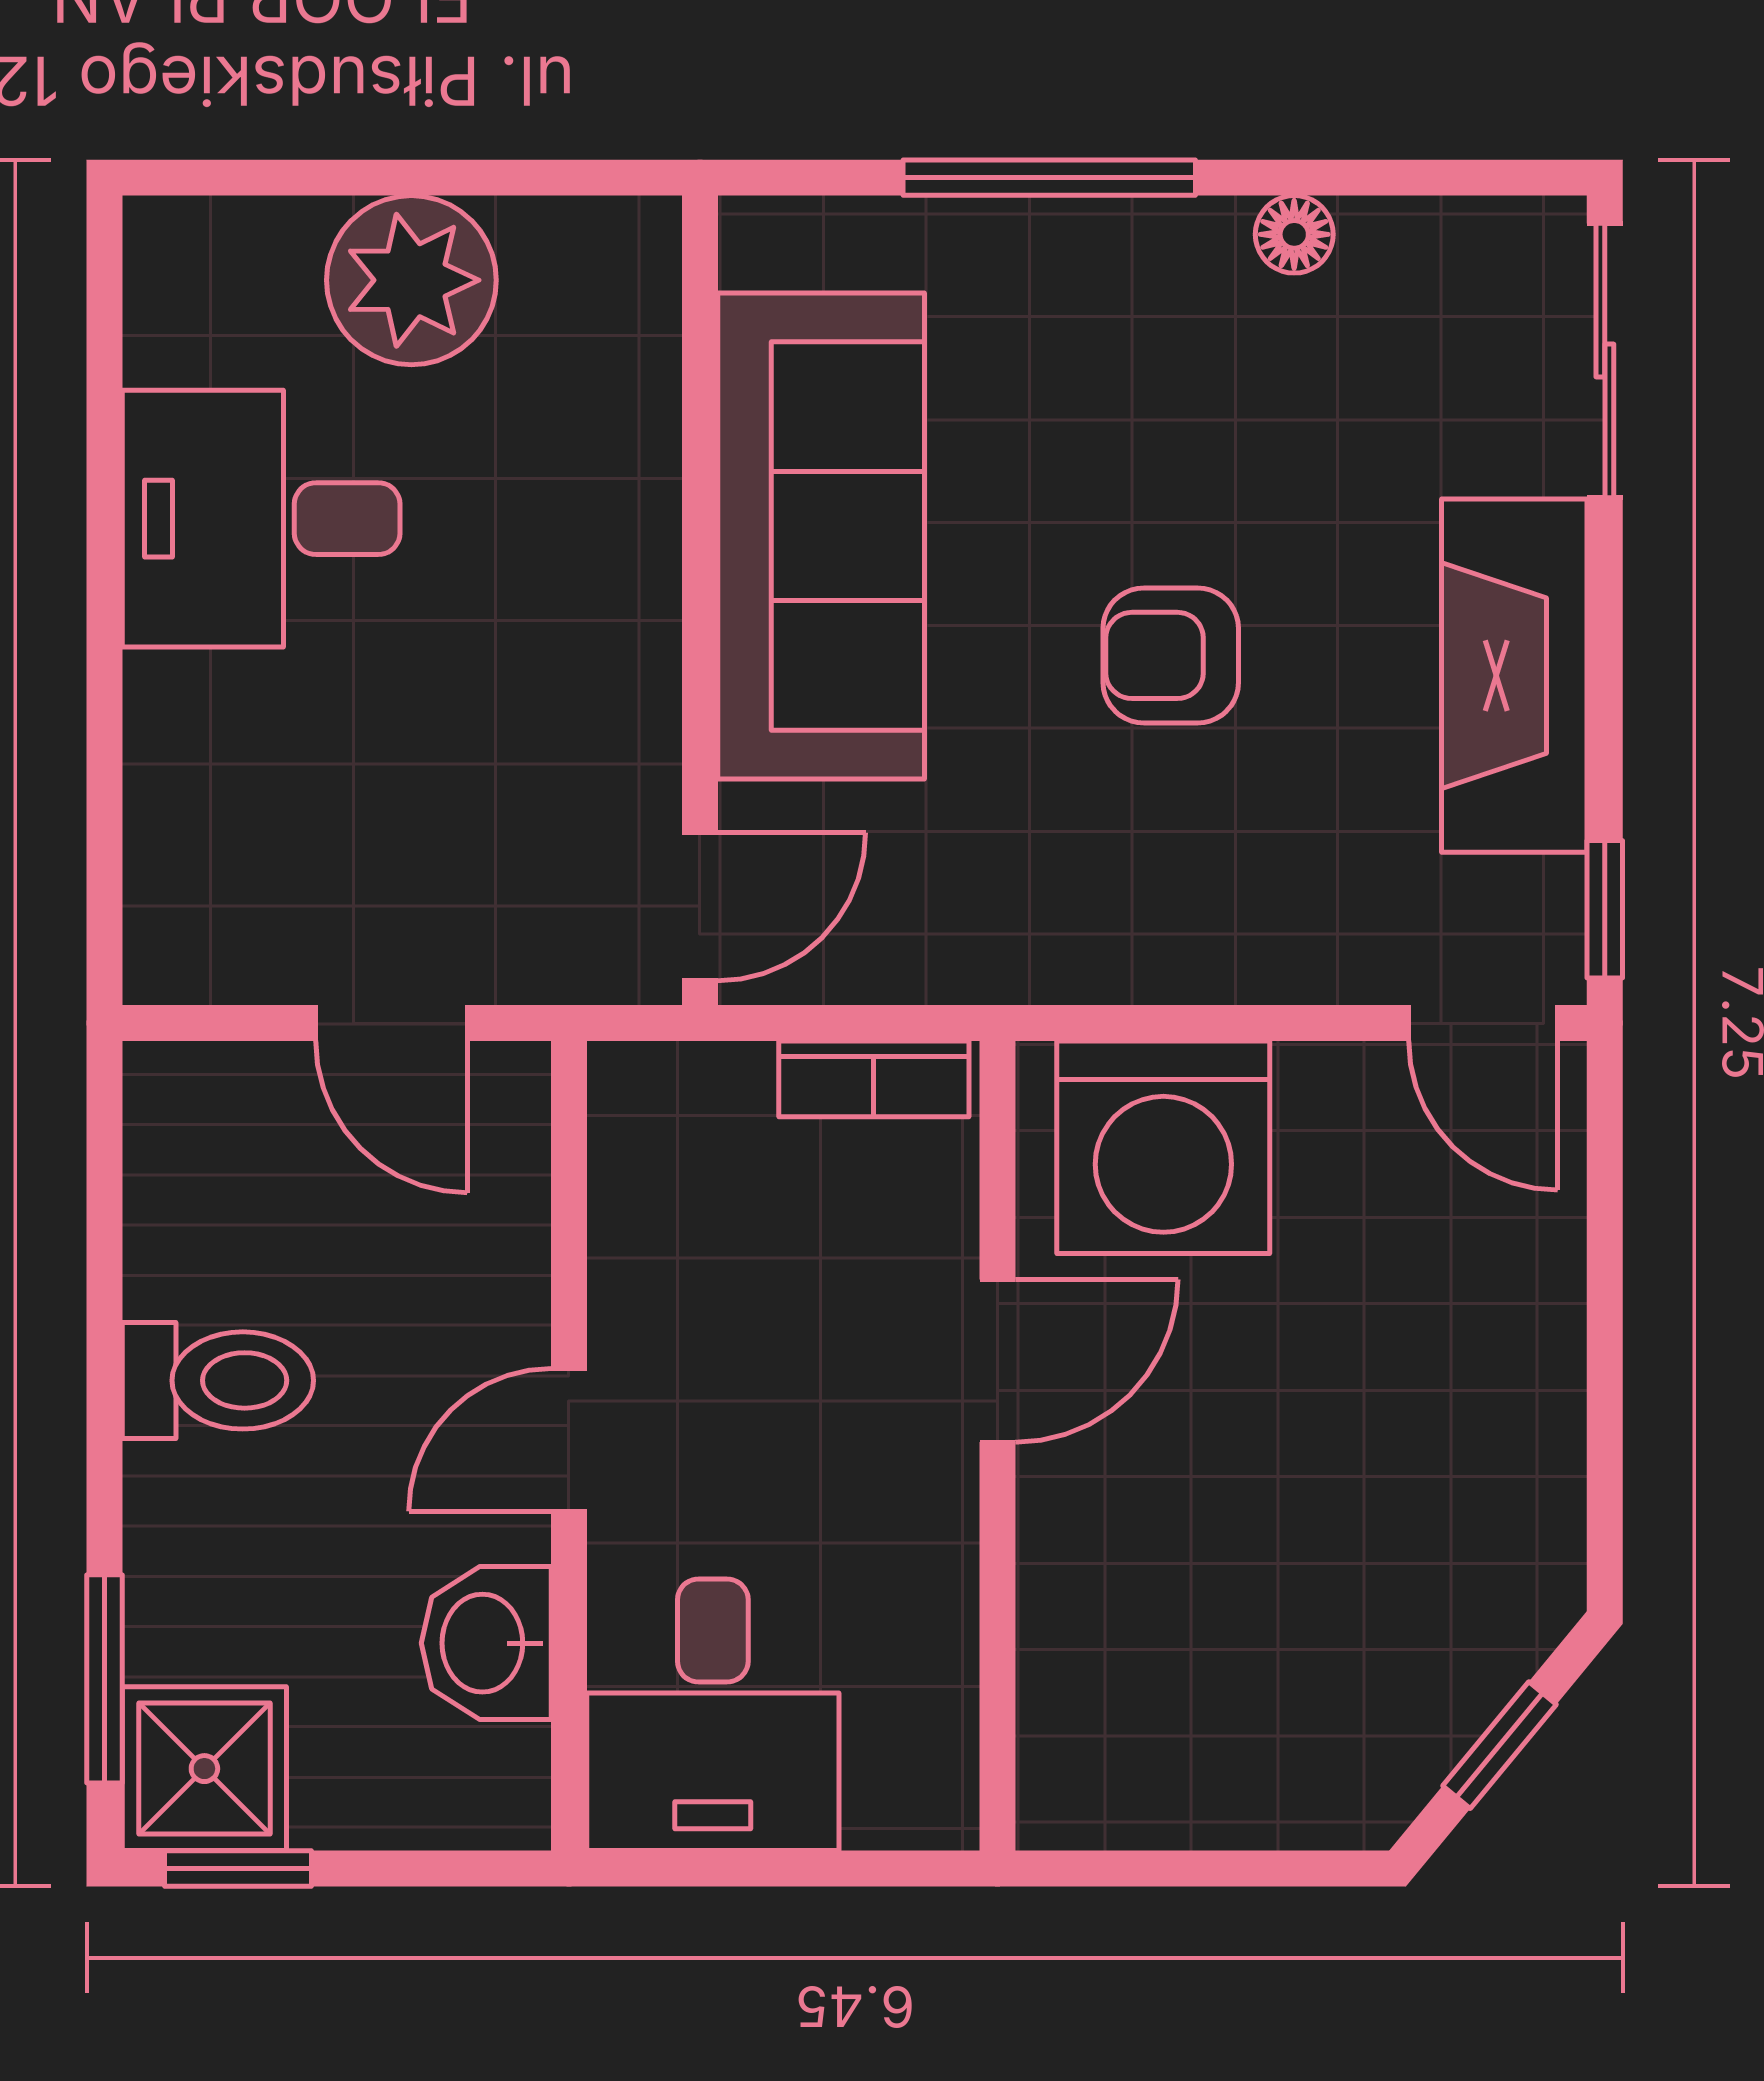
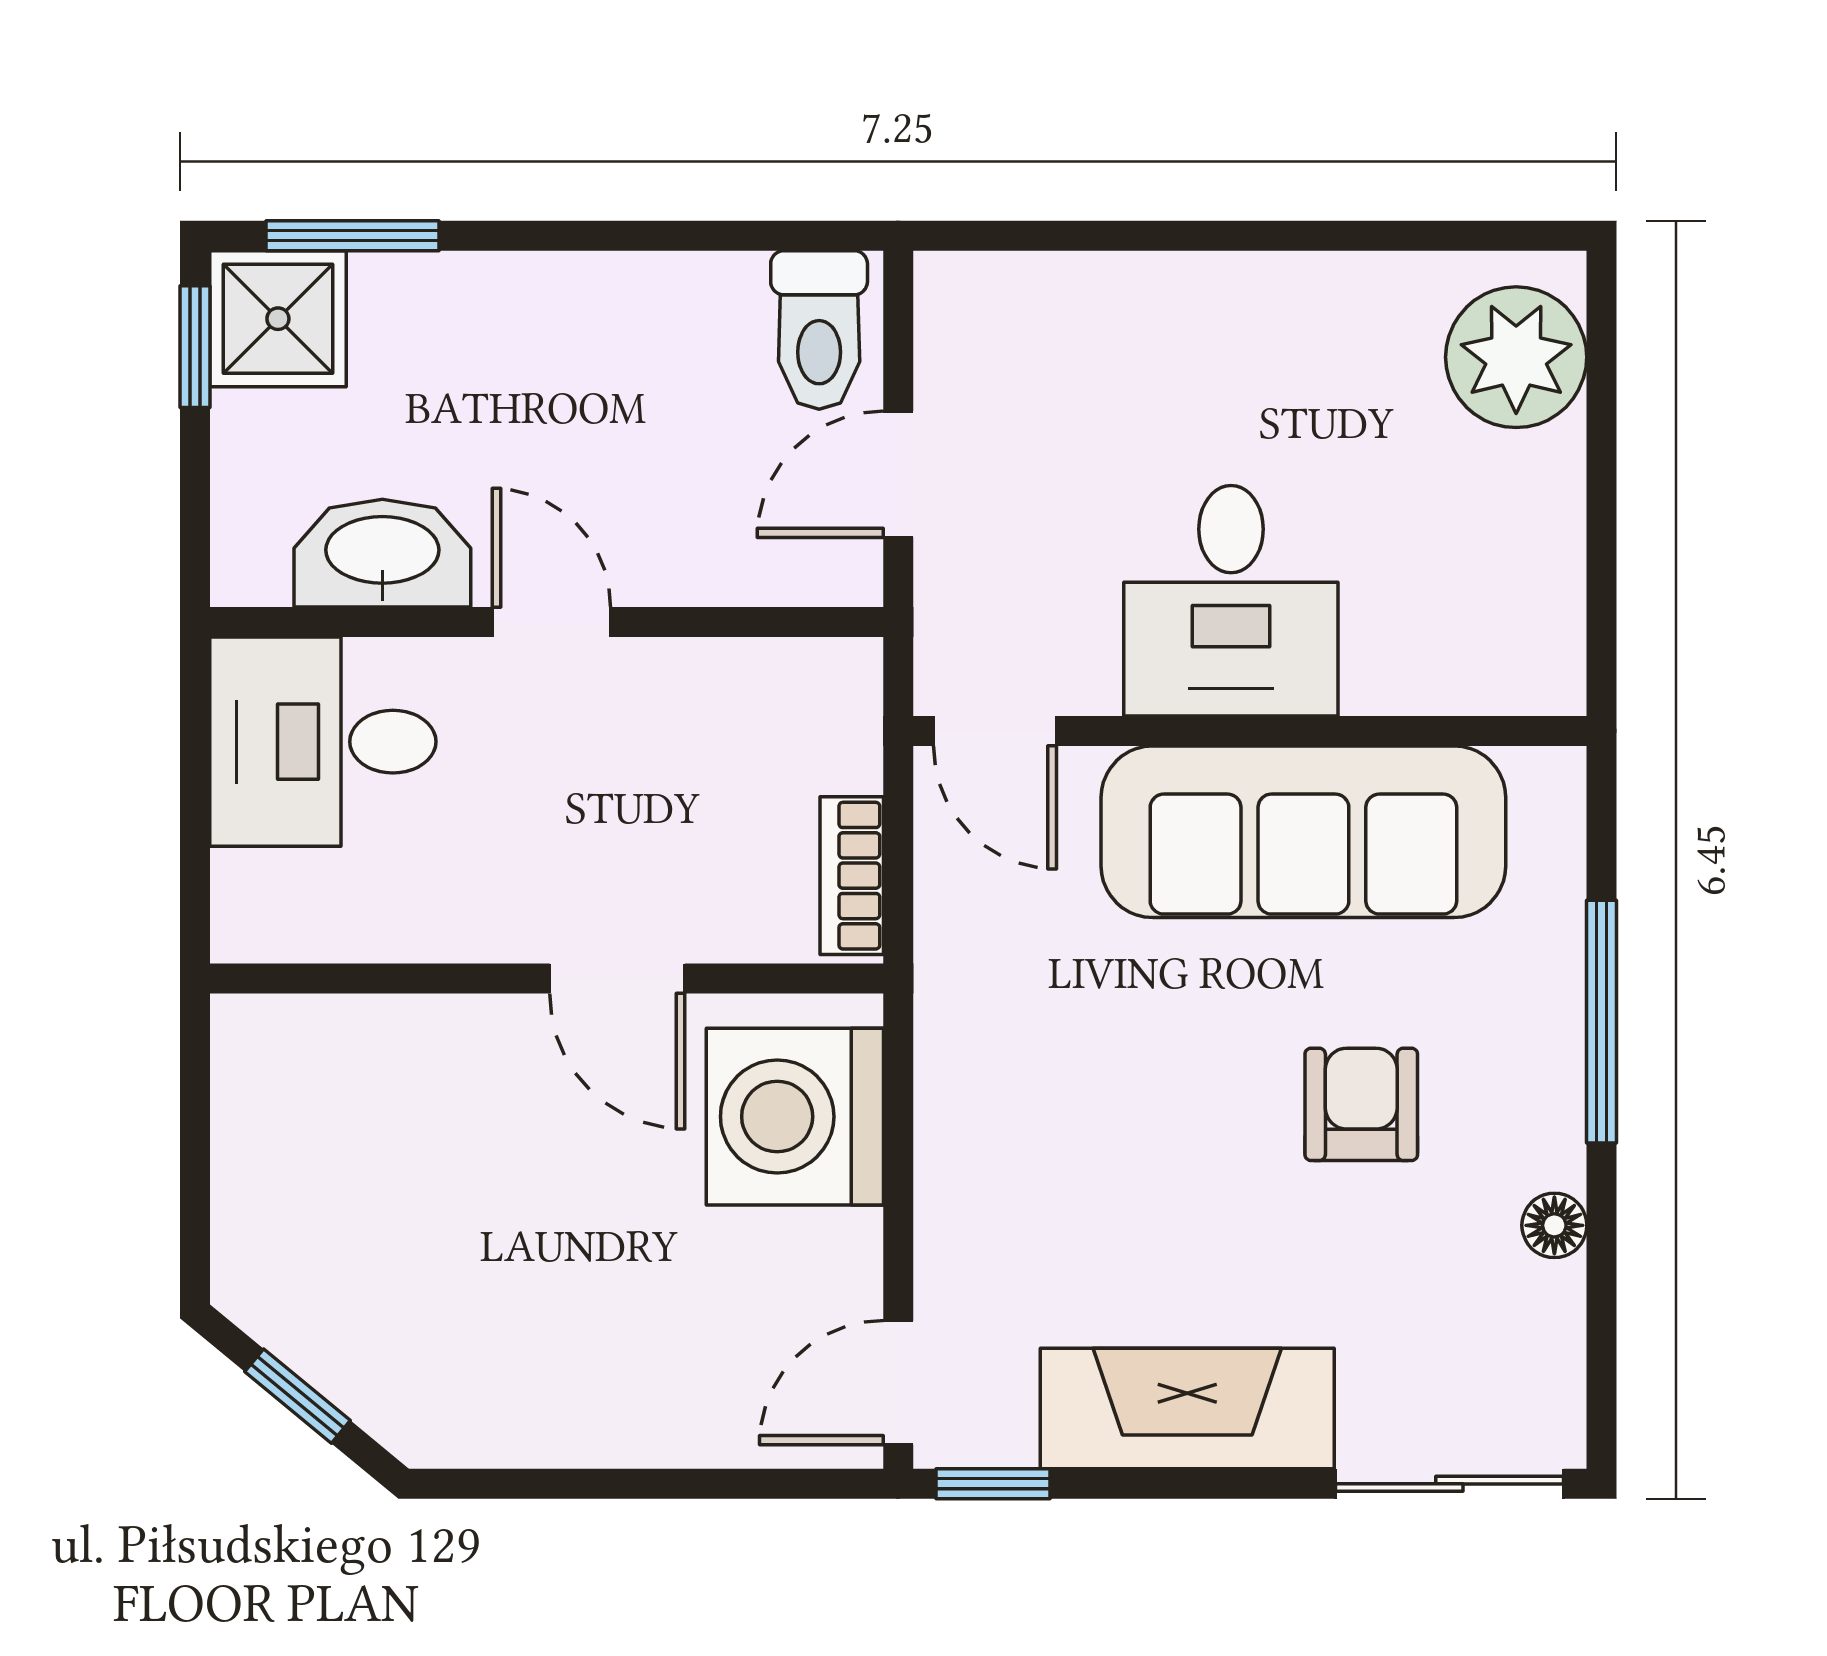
plant: (411, 280) -> (1516, 357), moved
desk: (261, 519) -> (1231, 601), moved, turned 180
armchair: (1171, 655) -> (1361, 1104), moved
toilet: (218, 1380) -> (819, 330), moved
washbasin: (486, 1643) -> (382, 553), width x1.38

